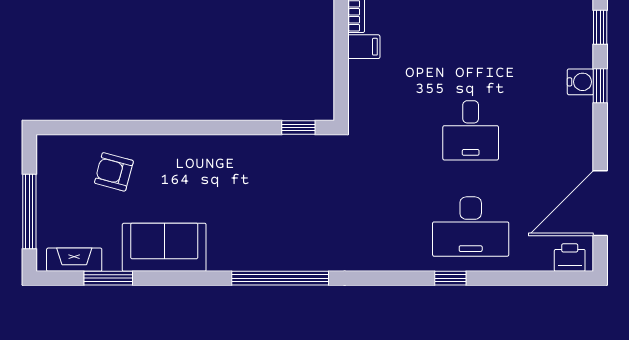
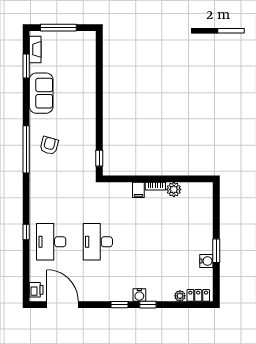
water cooler: (580, 82) -> (139, 295), moved
desk: (471, 130) -> (98, 242), width x1.37
armchair: (114, 172) -> (49, 146), moved

